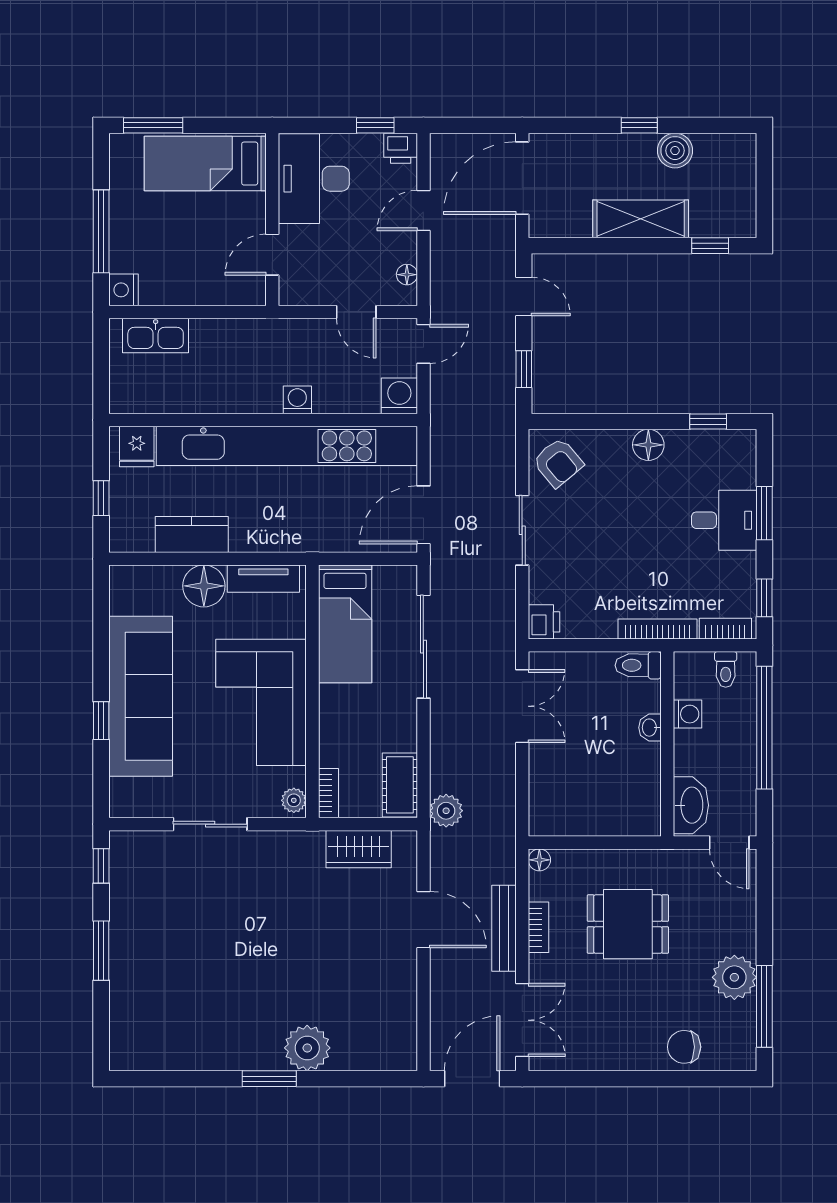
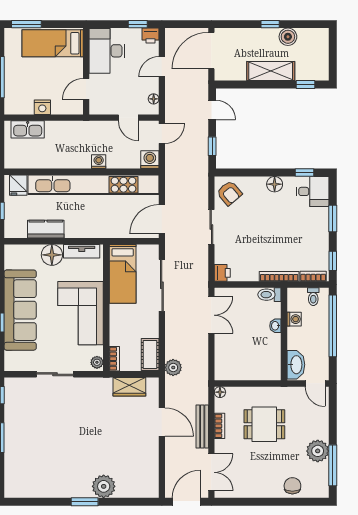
nightstand: (123, 290) -> (42, 107), moved, turned -90
desk: (724, 520) -> (313, 191), moved
chair: (684, 1047) -> (292, 486), turned 90

